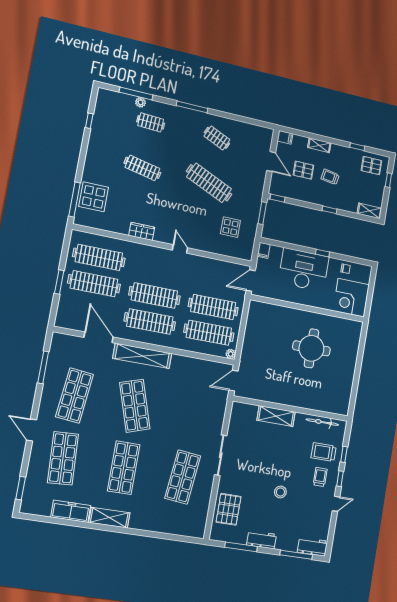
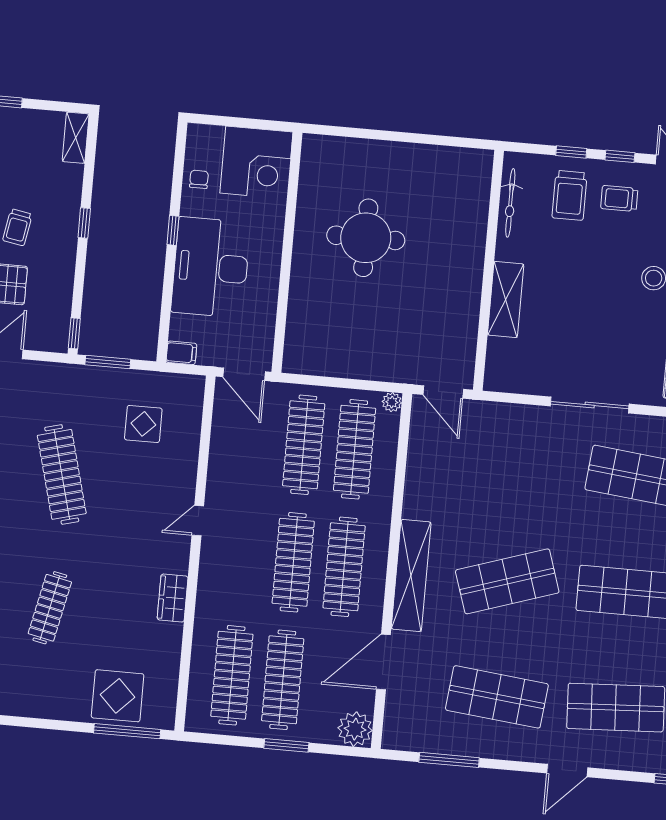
clothes rail: (209, 183) -> (62, 474), turned -39
plant: (64, 319) -> (355, 729), added

